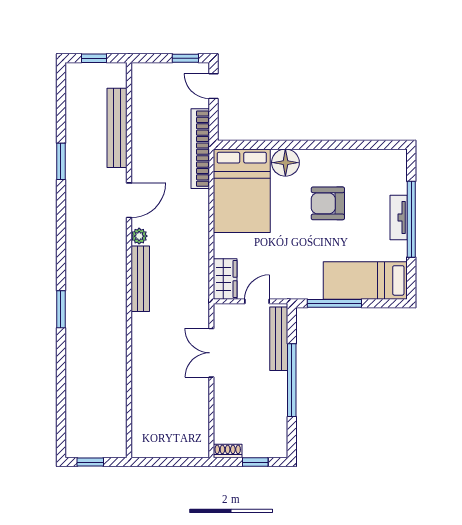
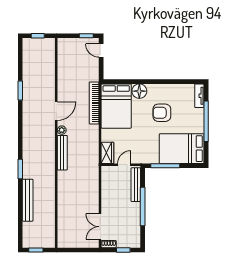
bench: (117, 128) -> (28, 200), moved
bookcase: (200, 149) -> (94, 103), moved
tv unit: (399, 218) -> (199, 96), moved
bed: (365, 280) -> (182, 149), width x1.50
double door: (211, 353) -> (100, 227), moved

